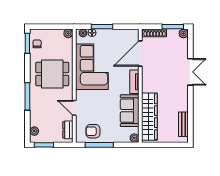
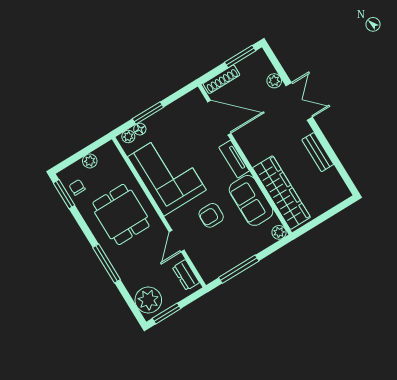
plant: (68, 33) -> (90, 161), moved
plant: (183, 34) -> (274, 81), moved
door: (140, 54) -> (219, 118), swing flipped
dining table: (52, 74) -> (121, 214), turned 90
door: (74, 108) -> (177, 241), hinge flipped
bench: (183, 124) -> (318, 152), moved
plant: (34, 131) -> (148, 300), width x1.87, depth x1.87
armchair: (93, 131) -> (211, 215), moved

